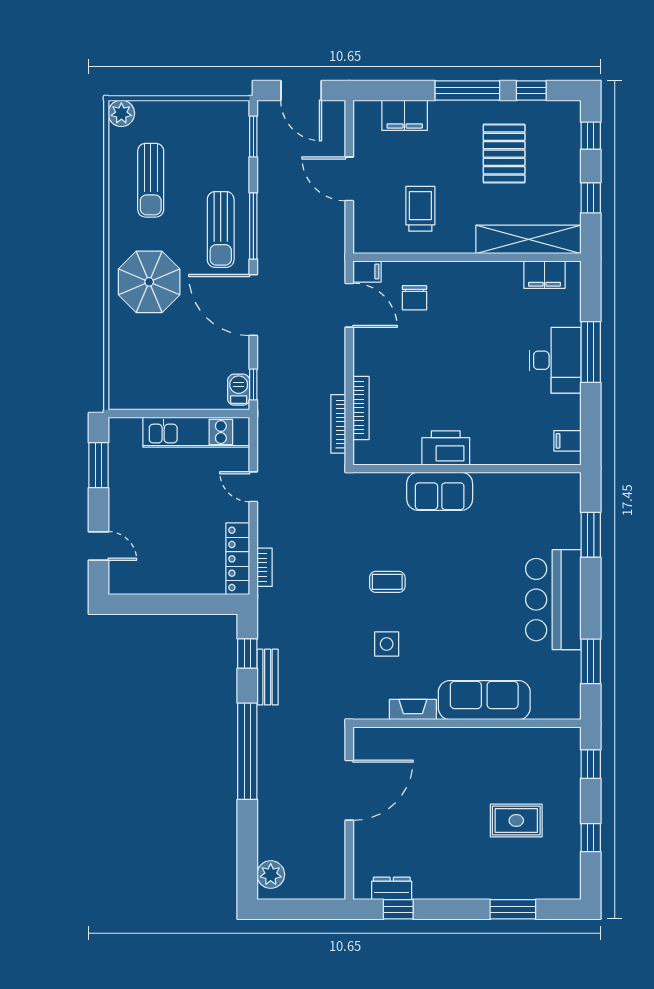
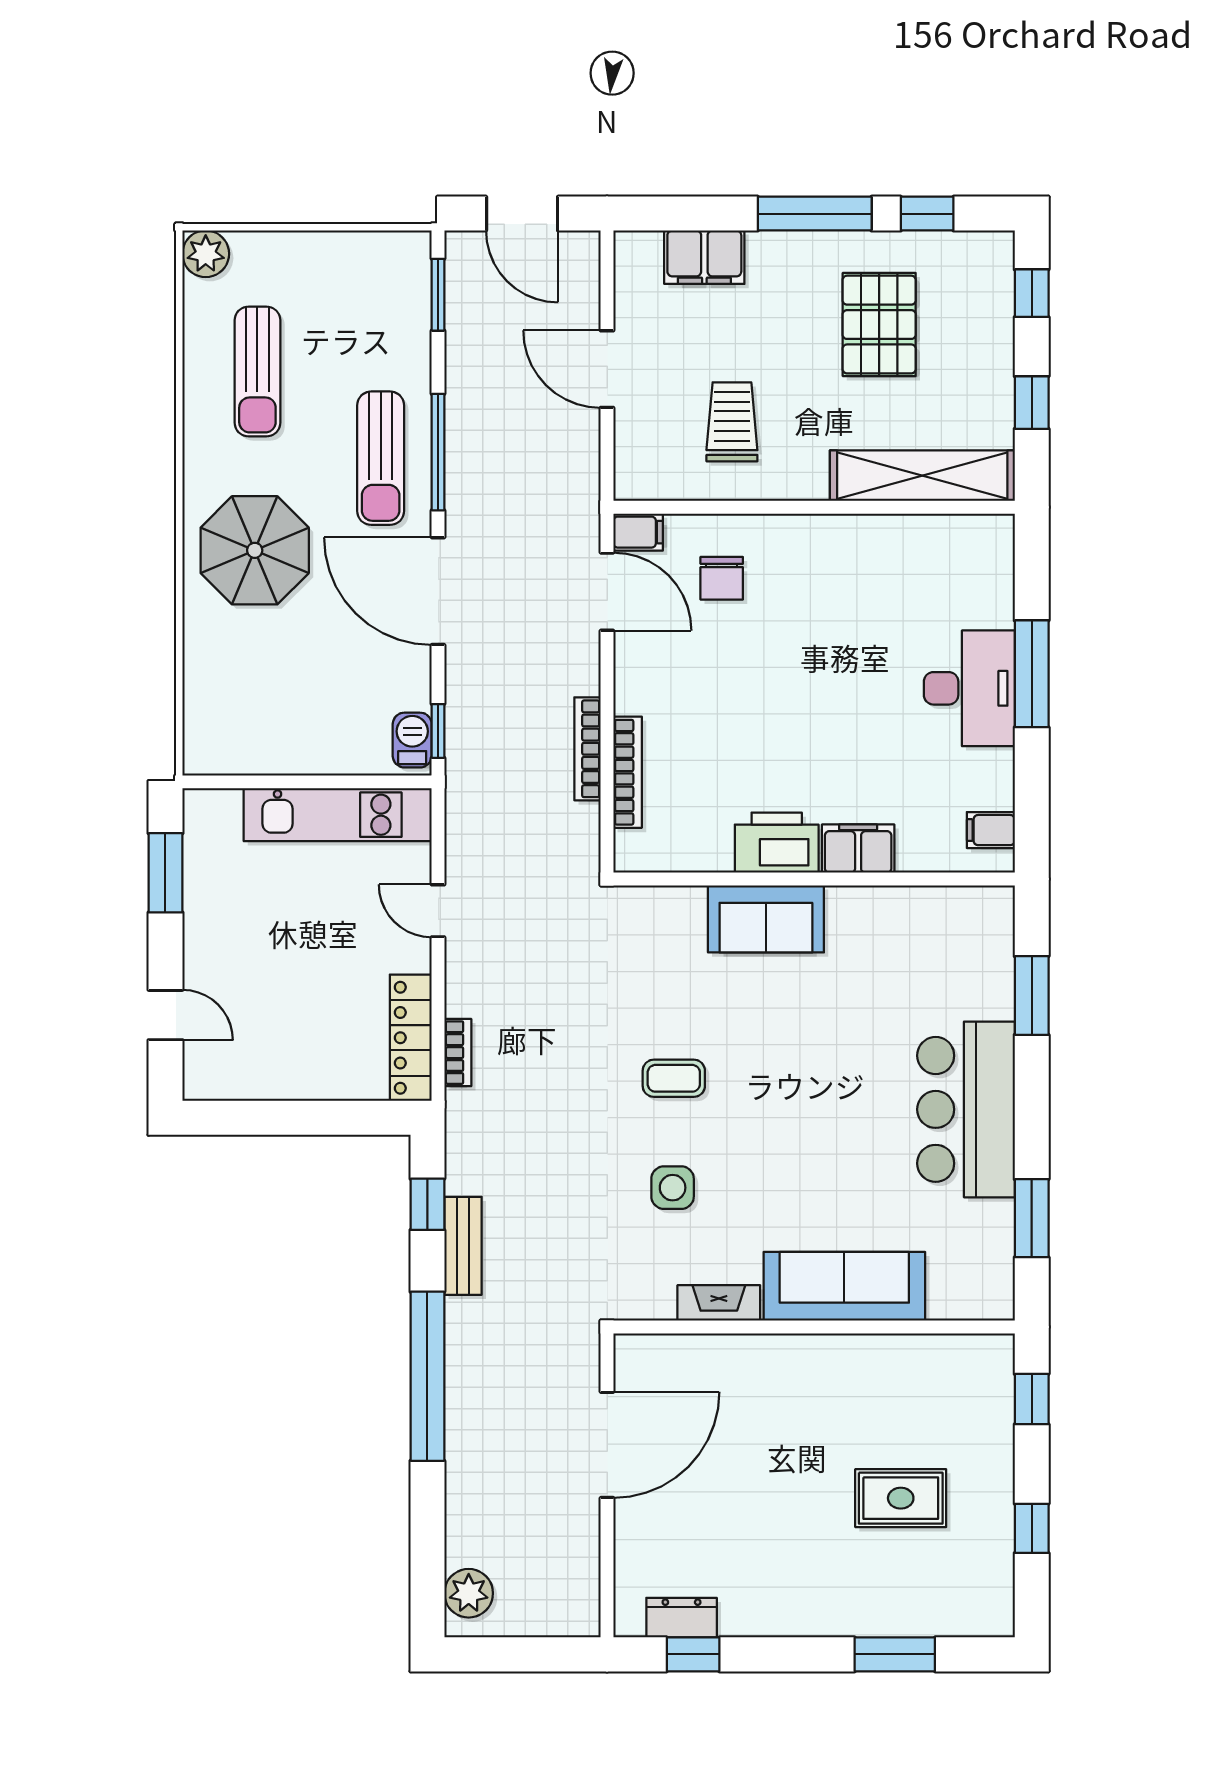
filing cabinet: (544, 275) -> (858, 849), moved, turned 180
bookcase: (338, 424) -> (587, 749), moved

